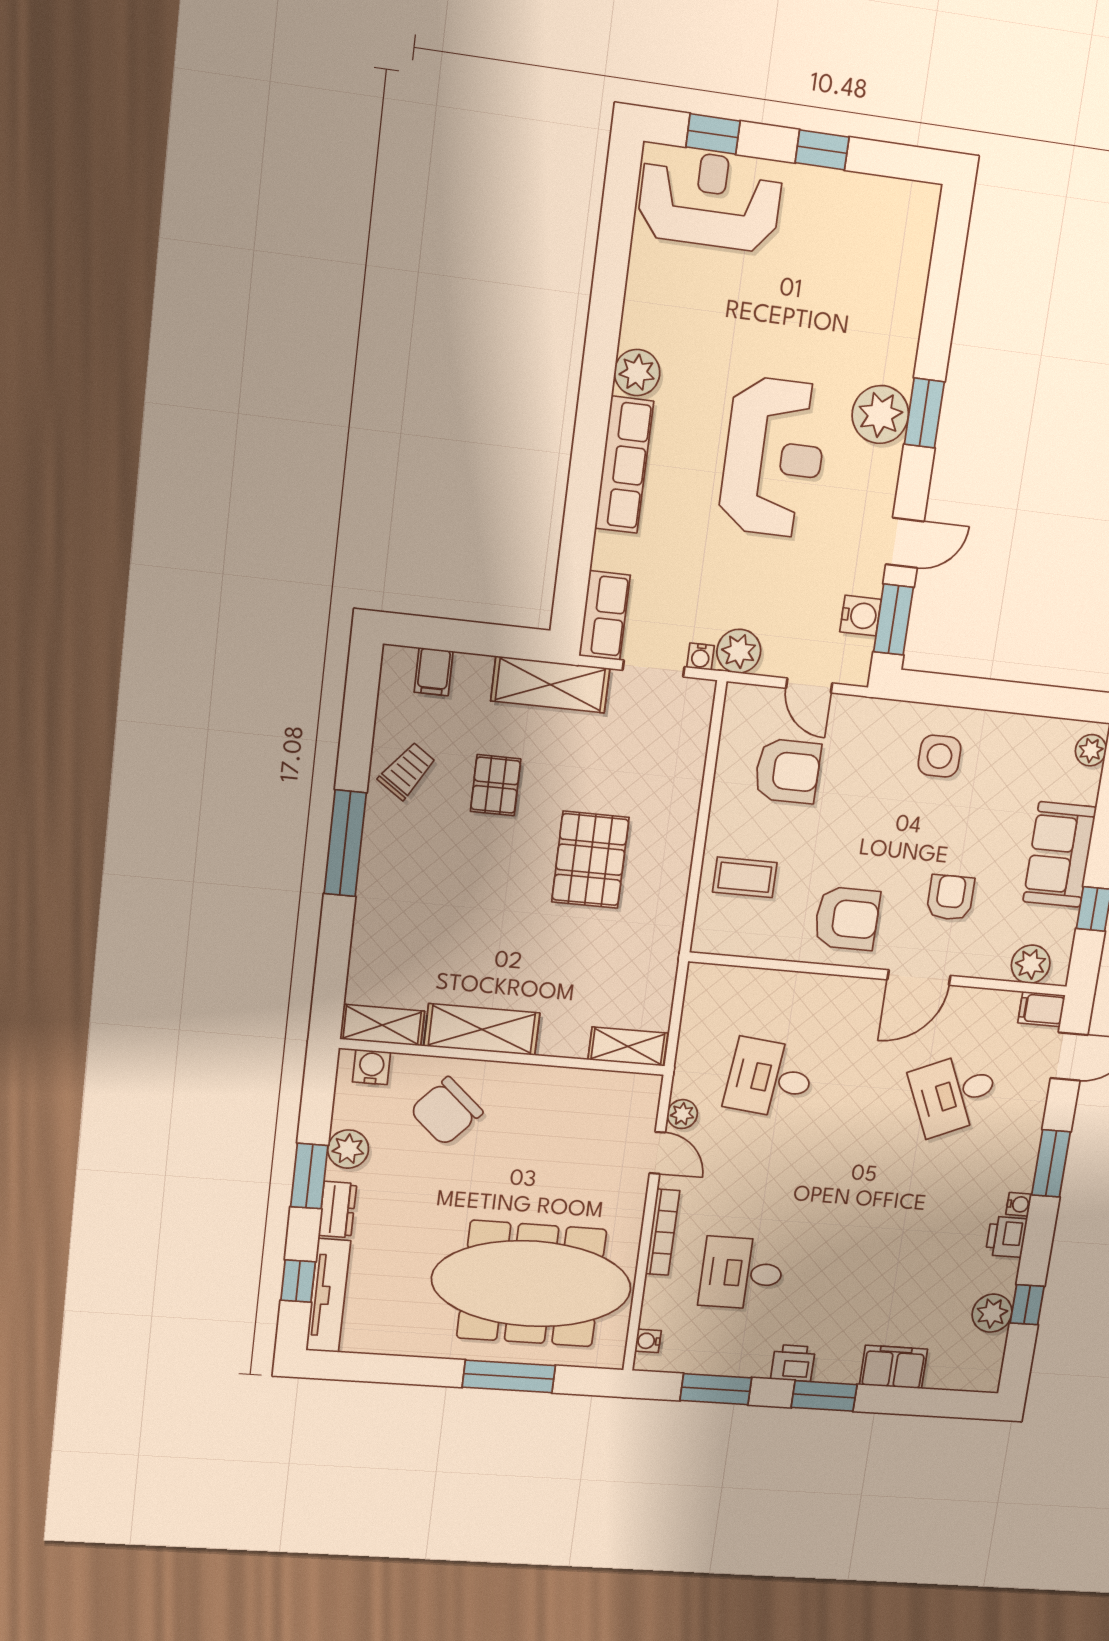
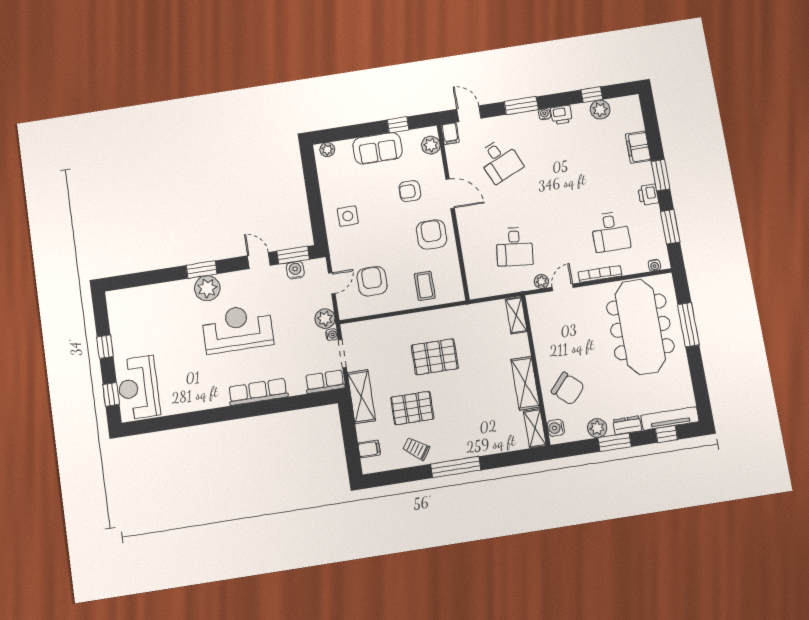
plant: (637, 373) -> (218, 398), removed
pallet: (496, 785) -> (412, 408), width x1.50, depth x1.42

